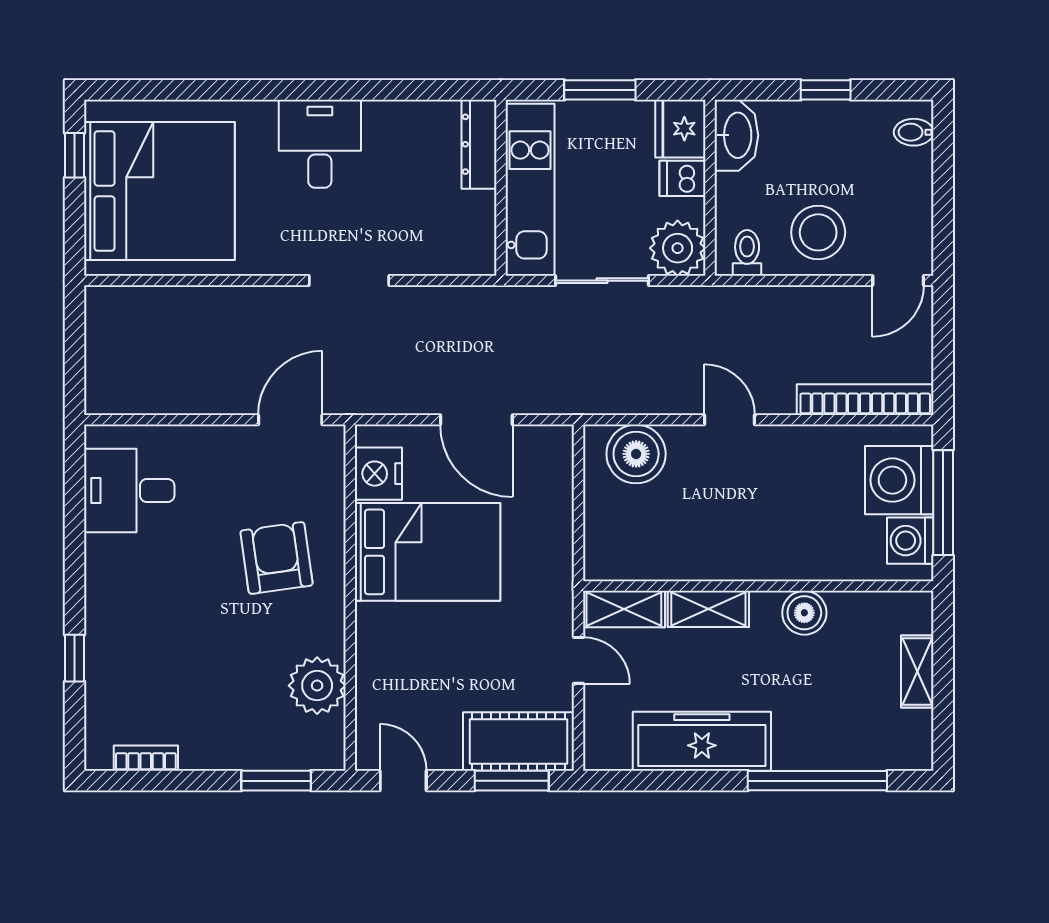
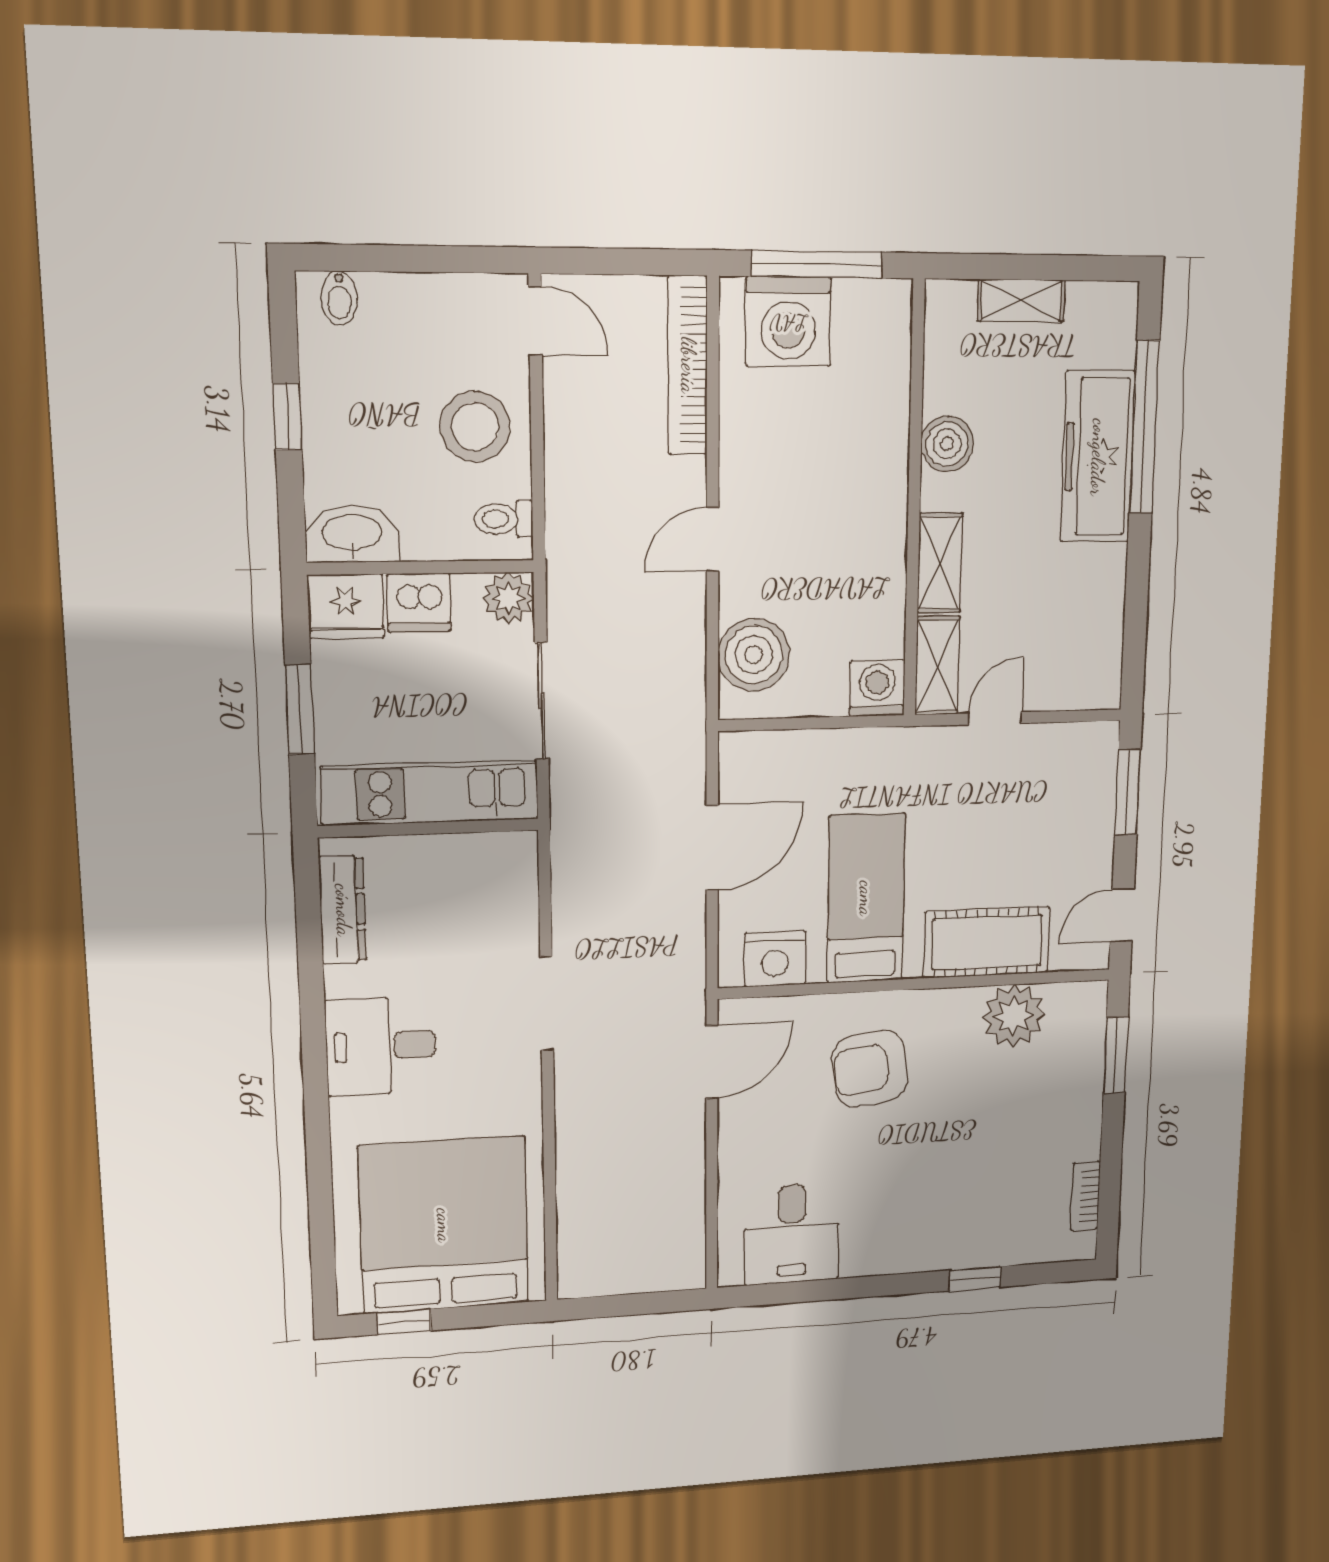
dresser: (479, 144) -> (343, 910), moved, turned -90
dishwasher: (682, 178) -> (419, 603), width x1.38
plant: (678, 248) -> (508, 598), width x0.73, depth x0.73
door: (290, 420) -> (712, 1062), swing flipped
washing machine: (910, 541) -> (877, 688), moved, turned 180
bed: (428, 552) -> (866, 898), width x0.67
freezer: (702, 741) -> (1098, 457), moved
cot: (519, 742) -> (987, 942), moved, turned 90

